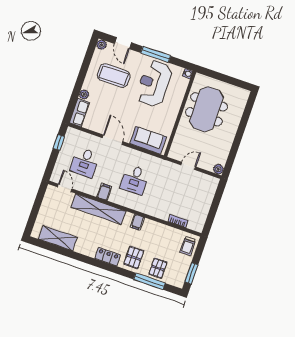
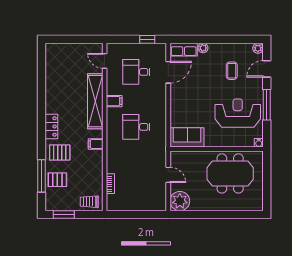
coffee table: (114, 76) -> (232, 71), width x0.54, depth x0.58
door: (113, 140) -> (168, 72), moved
sofa: (148, 140) -> (187, 137), moved, turned -90
plant: (218, 169) -> (180, 201), width x1.87, depth x1.87
door: (65, 188) -> (105, 61), swing flipped
shelving: (58, 238) -> (53, 71), removed

